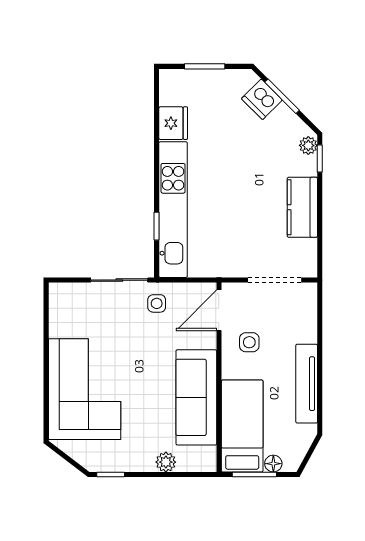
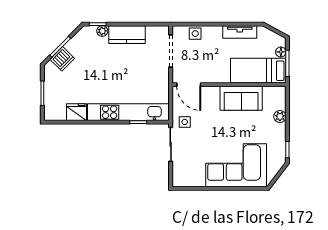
plant: (308, 145) -> (102, 31), moved
side table: (249, 342) -> (195, 34), moved
tv unit: (307, 384) -> (240, 32), width x0.71
sofa: (196, 397) -> (241, 98), width x0.73

